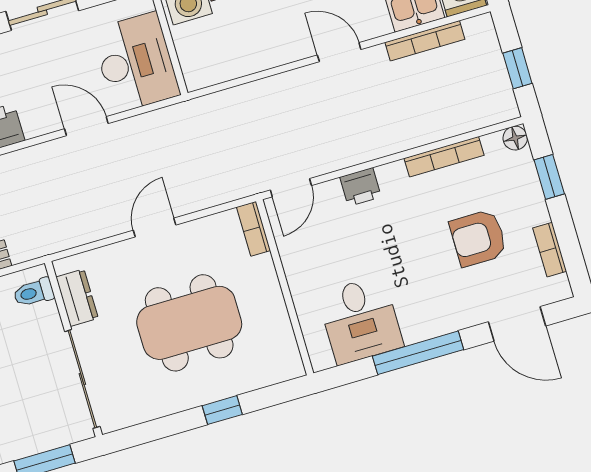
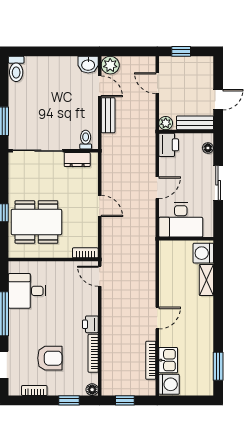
printer: (360, 187) -> (90, 324), moved
armchair: (478, 238) -> (50, 358), turned 90
dining table: (189, 323) -> (36, 222), moved, turned 90

